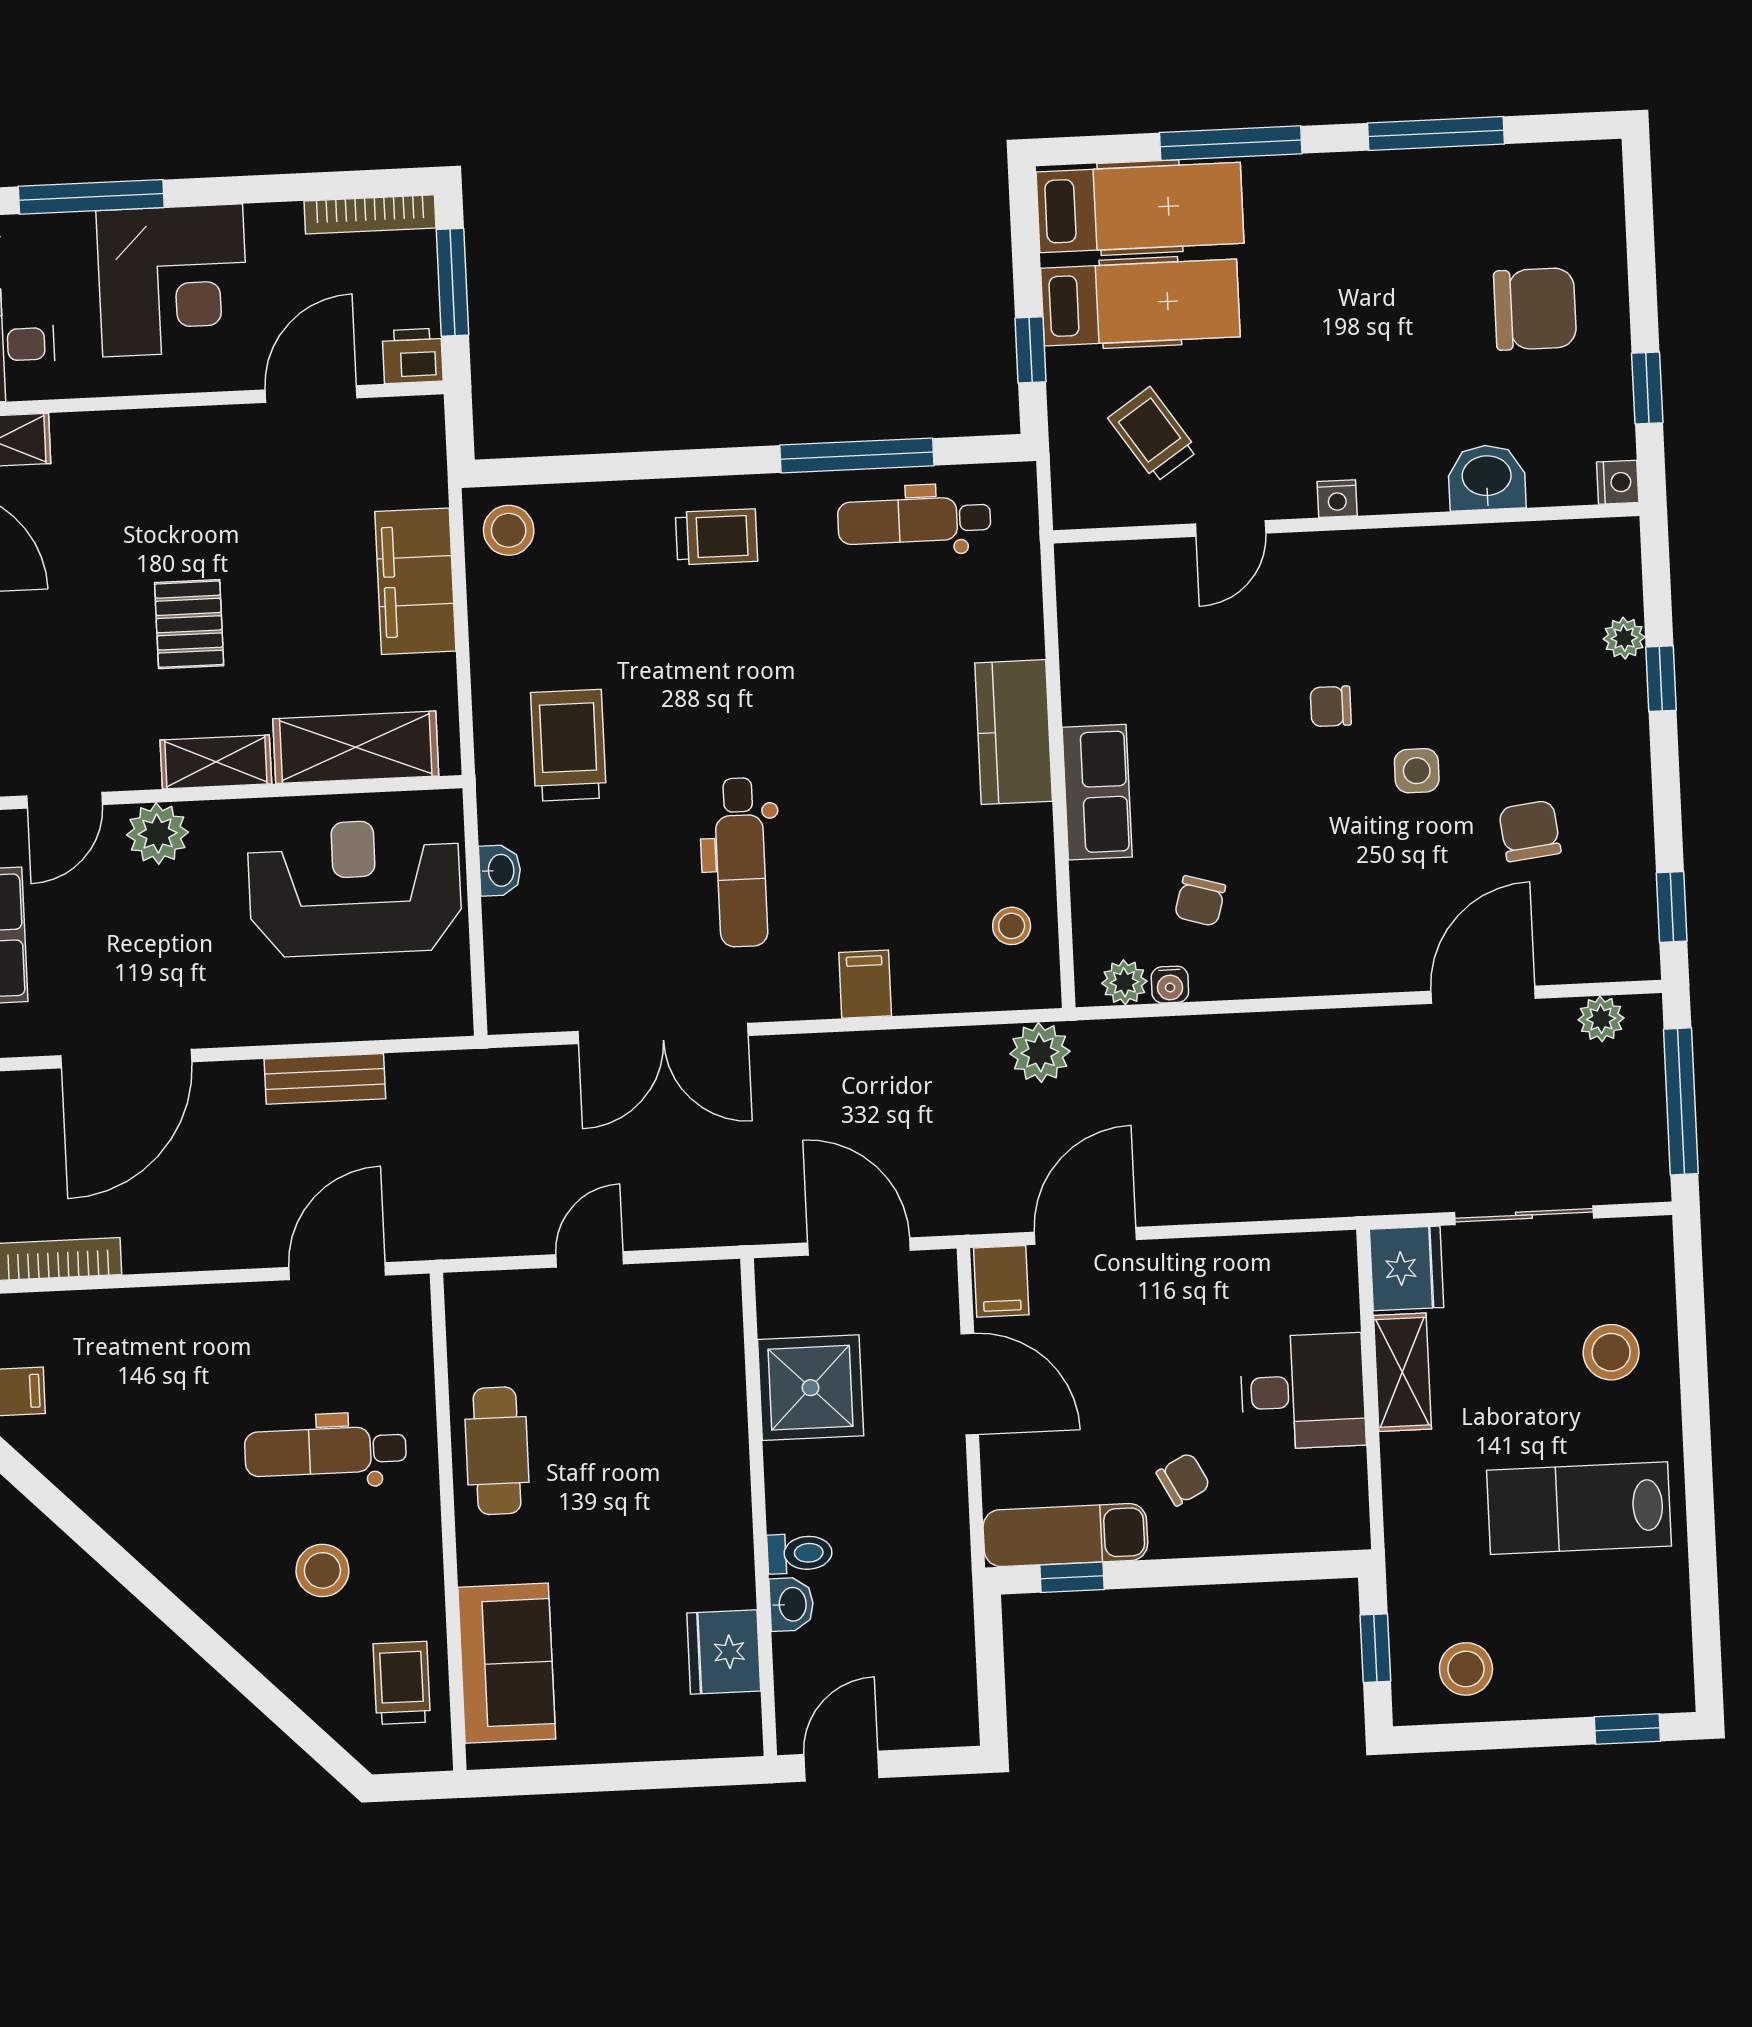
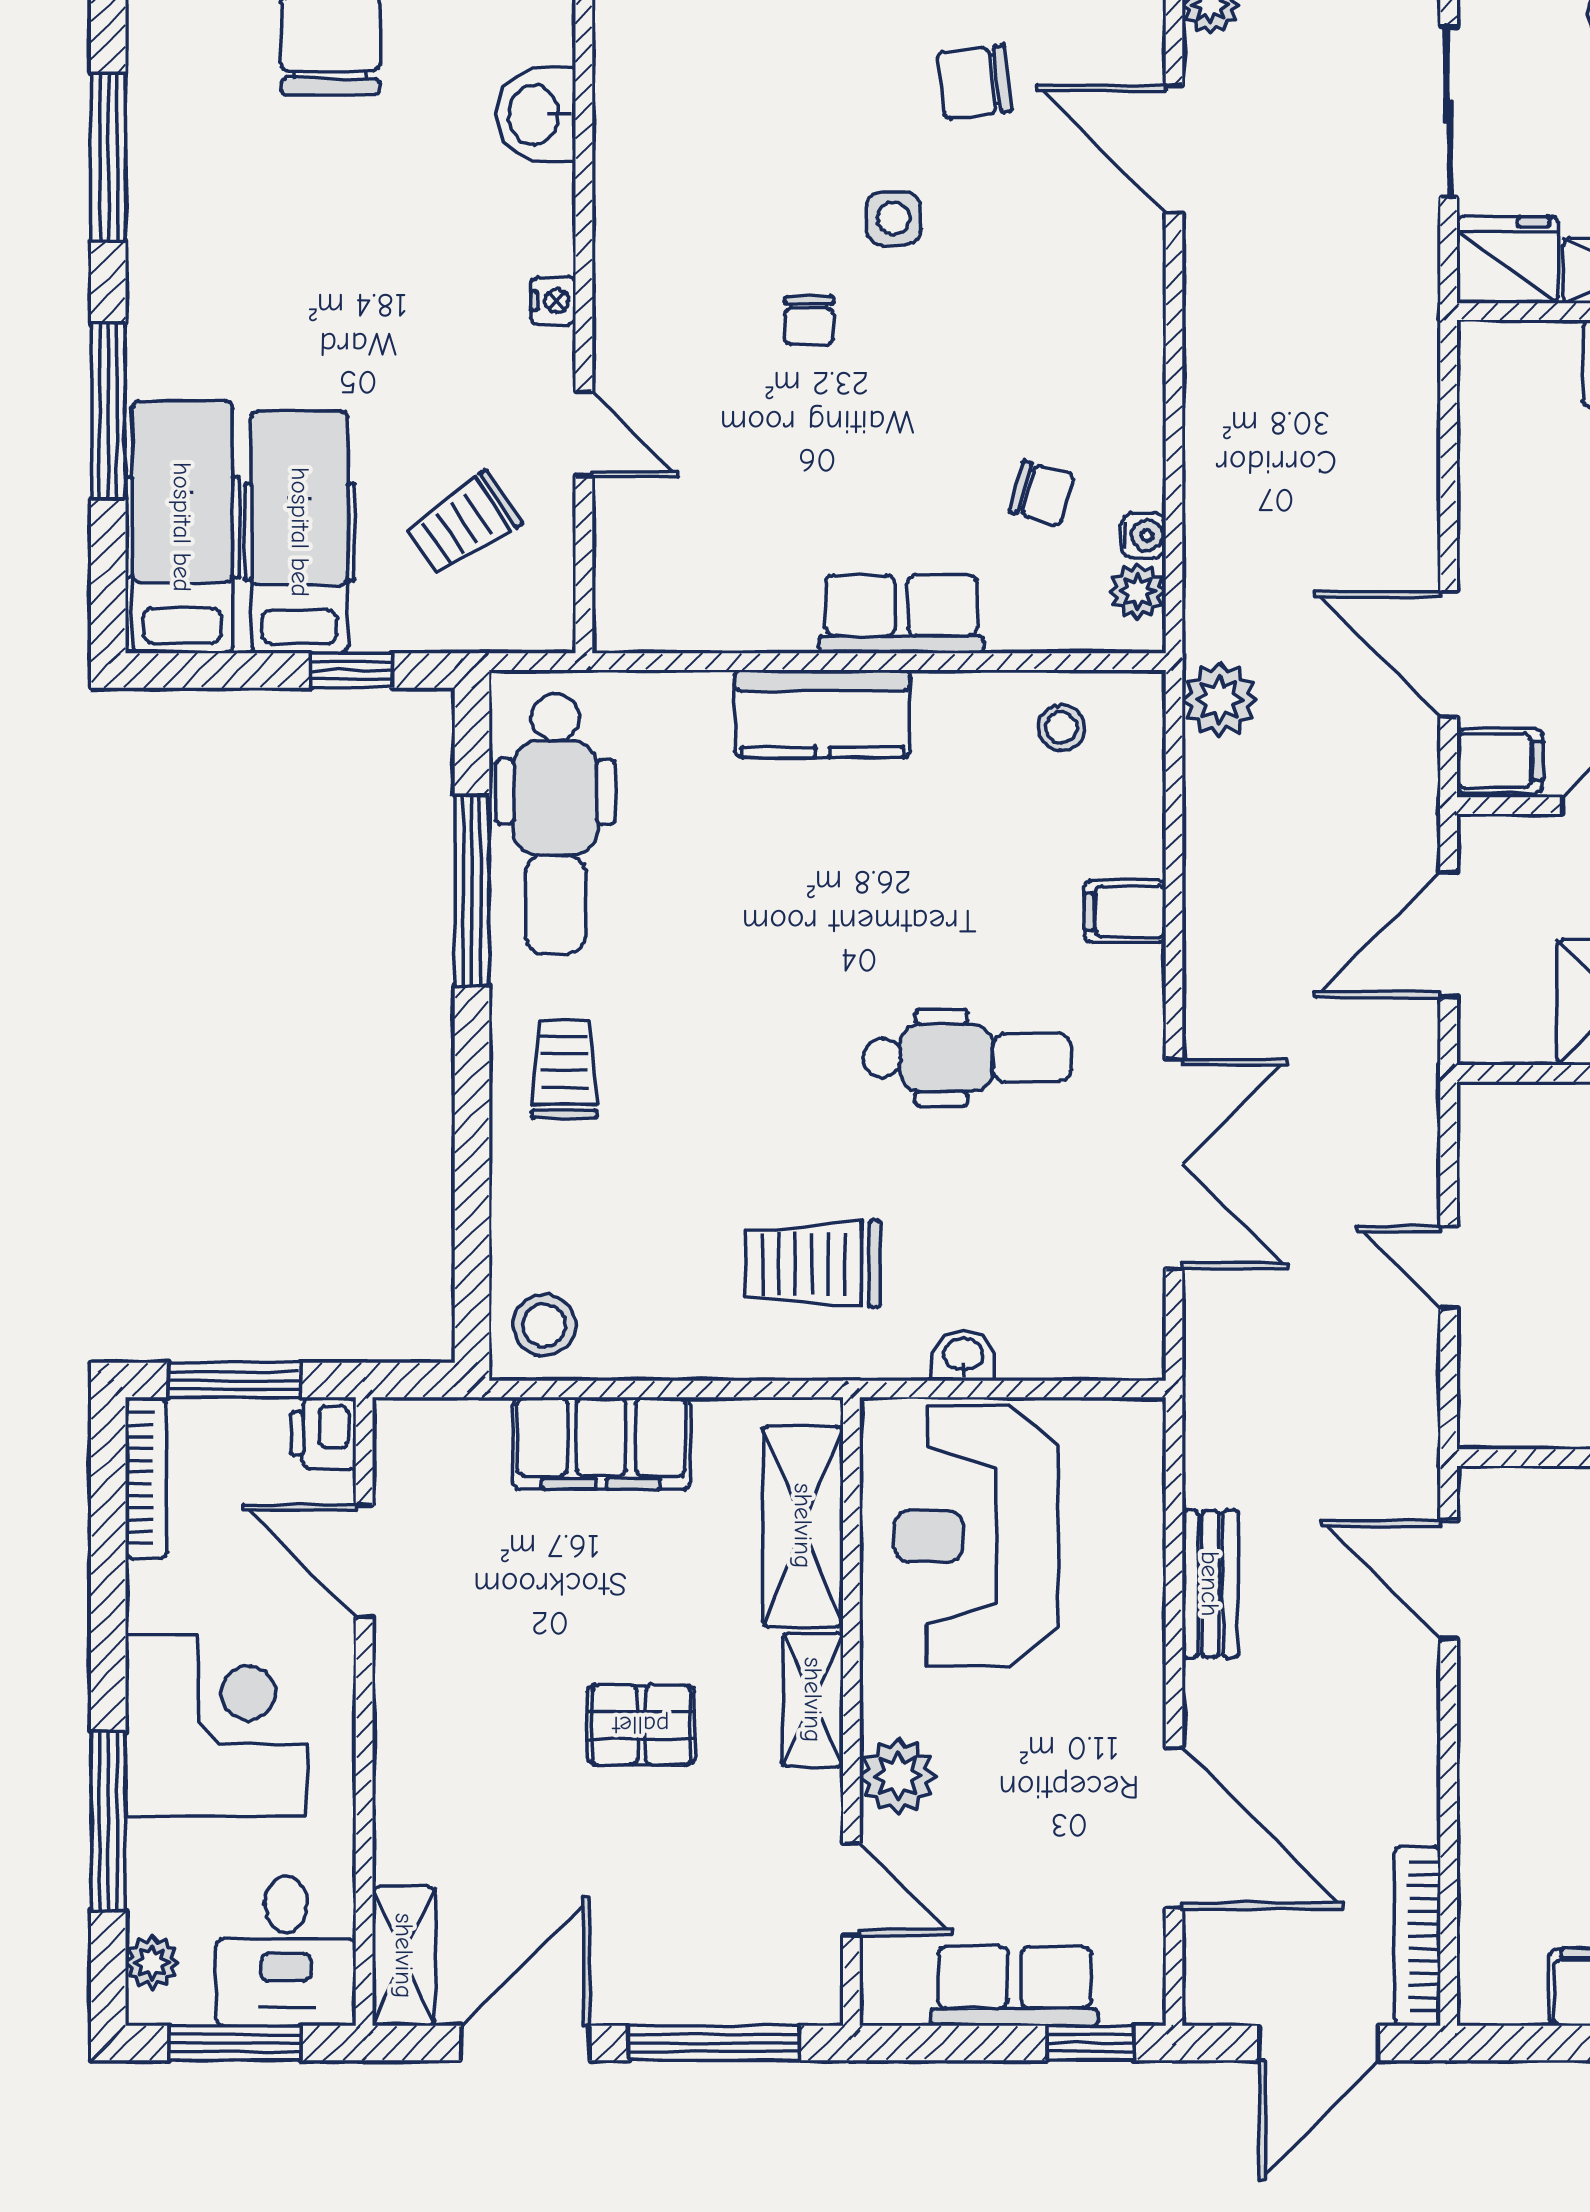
dental chair: (914, 520) -> (555, 824), width x1.36, depth x1.38

